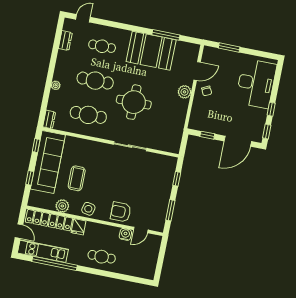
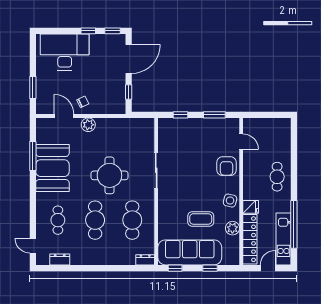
plant: (56, 85) -> (108, 260), removed
door: (238, 141) -> (129, 59), hinge flipped
water cooler: (125, 234) -> (249, 157), removed

